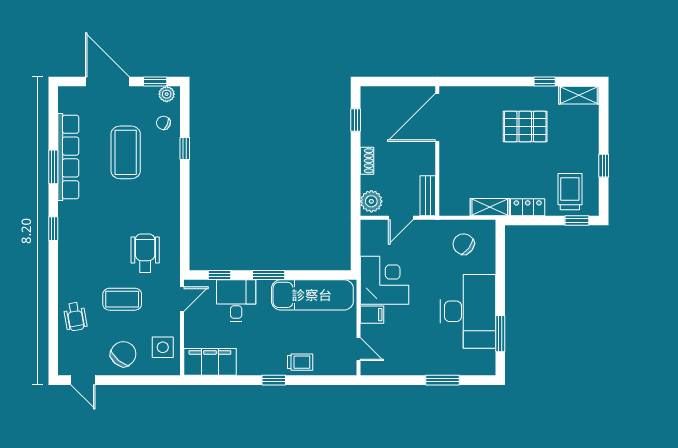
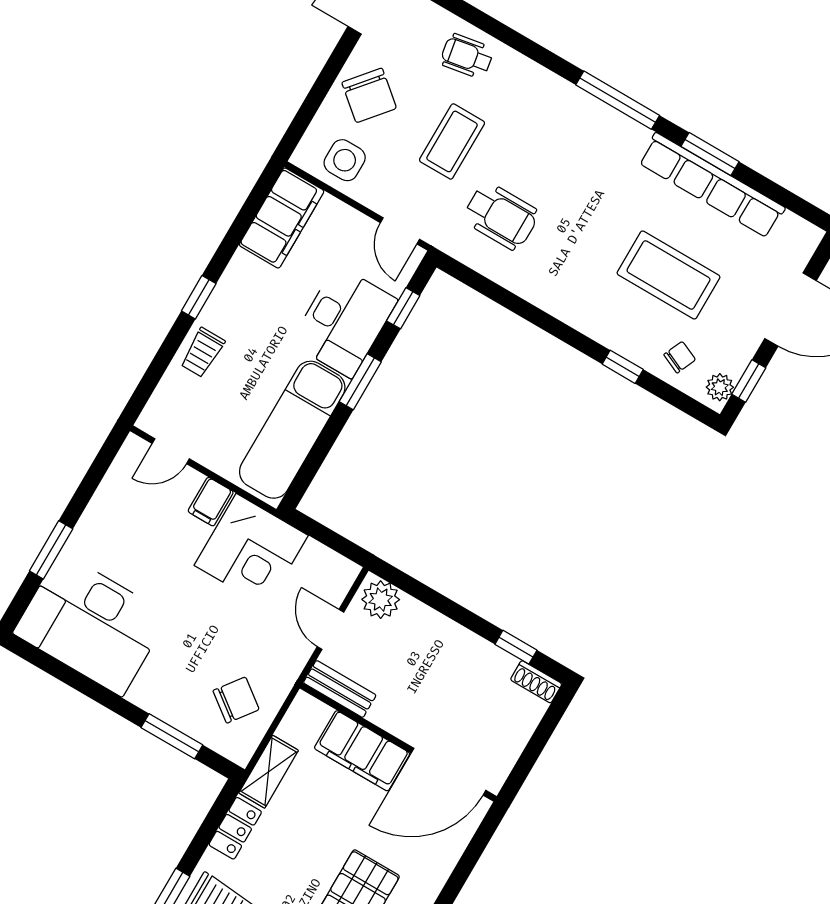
door: (437, 117) -> (448, 772), swing flipped
shoe rack: (367, 161) -> (536, 682), moved
filing cabinet: (452, 167) -> (362, 751), added
window: (53, 229) -> (618, 100), width x2.17
desk: (236, 301) -> (344, 321), width x1.37
desk: (468, 311) -> (91, 624), moved
window: (500, 334) -> (172, 736), moved

